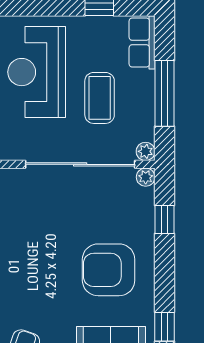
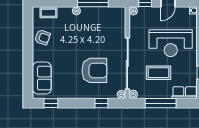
reception desk: (37, 72) -> (171, 43), turned 180
armchair: (109, 270) -> (94, 70), moved, turned 90

